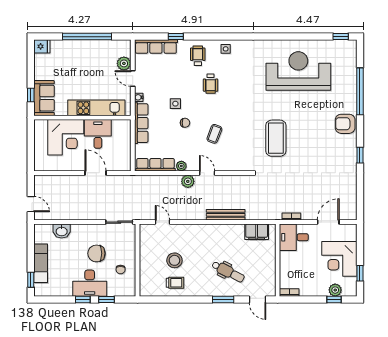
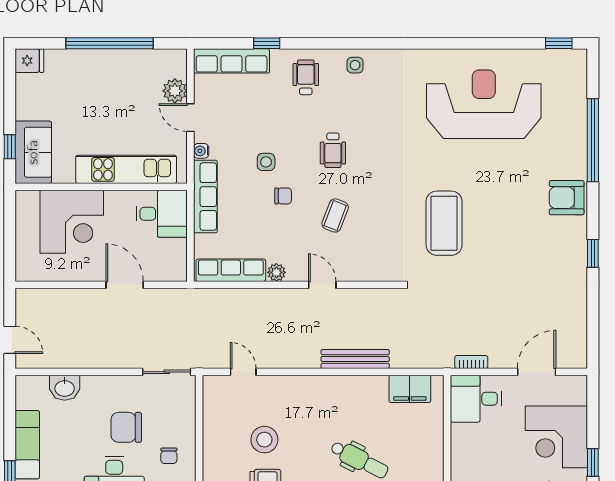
wheelchair: (211, 84) -> (333, 150), moved
desk: (98, 134) -> (162, 214), moved, turned 90
plant: (188, 181) -> (288, 300), removed

